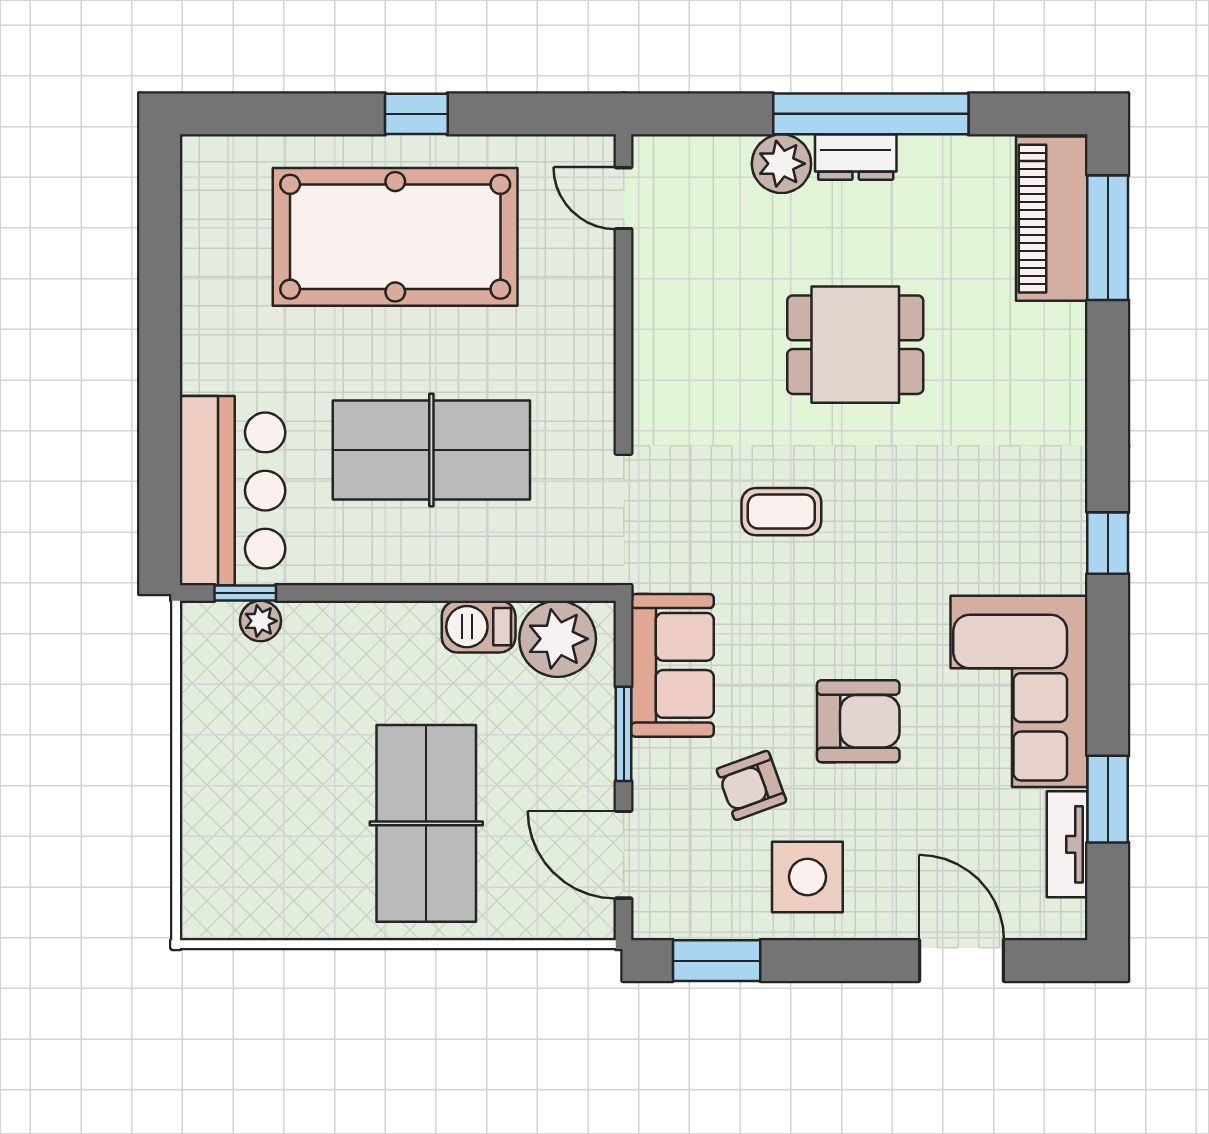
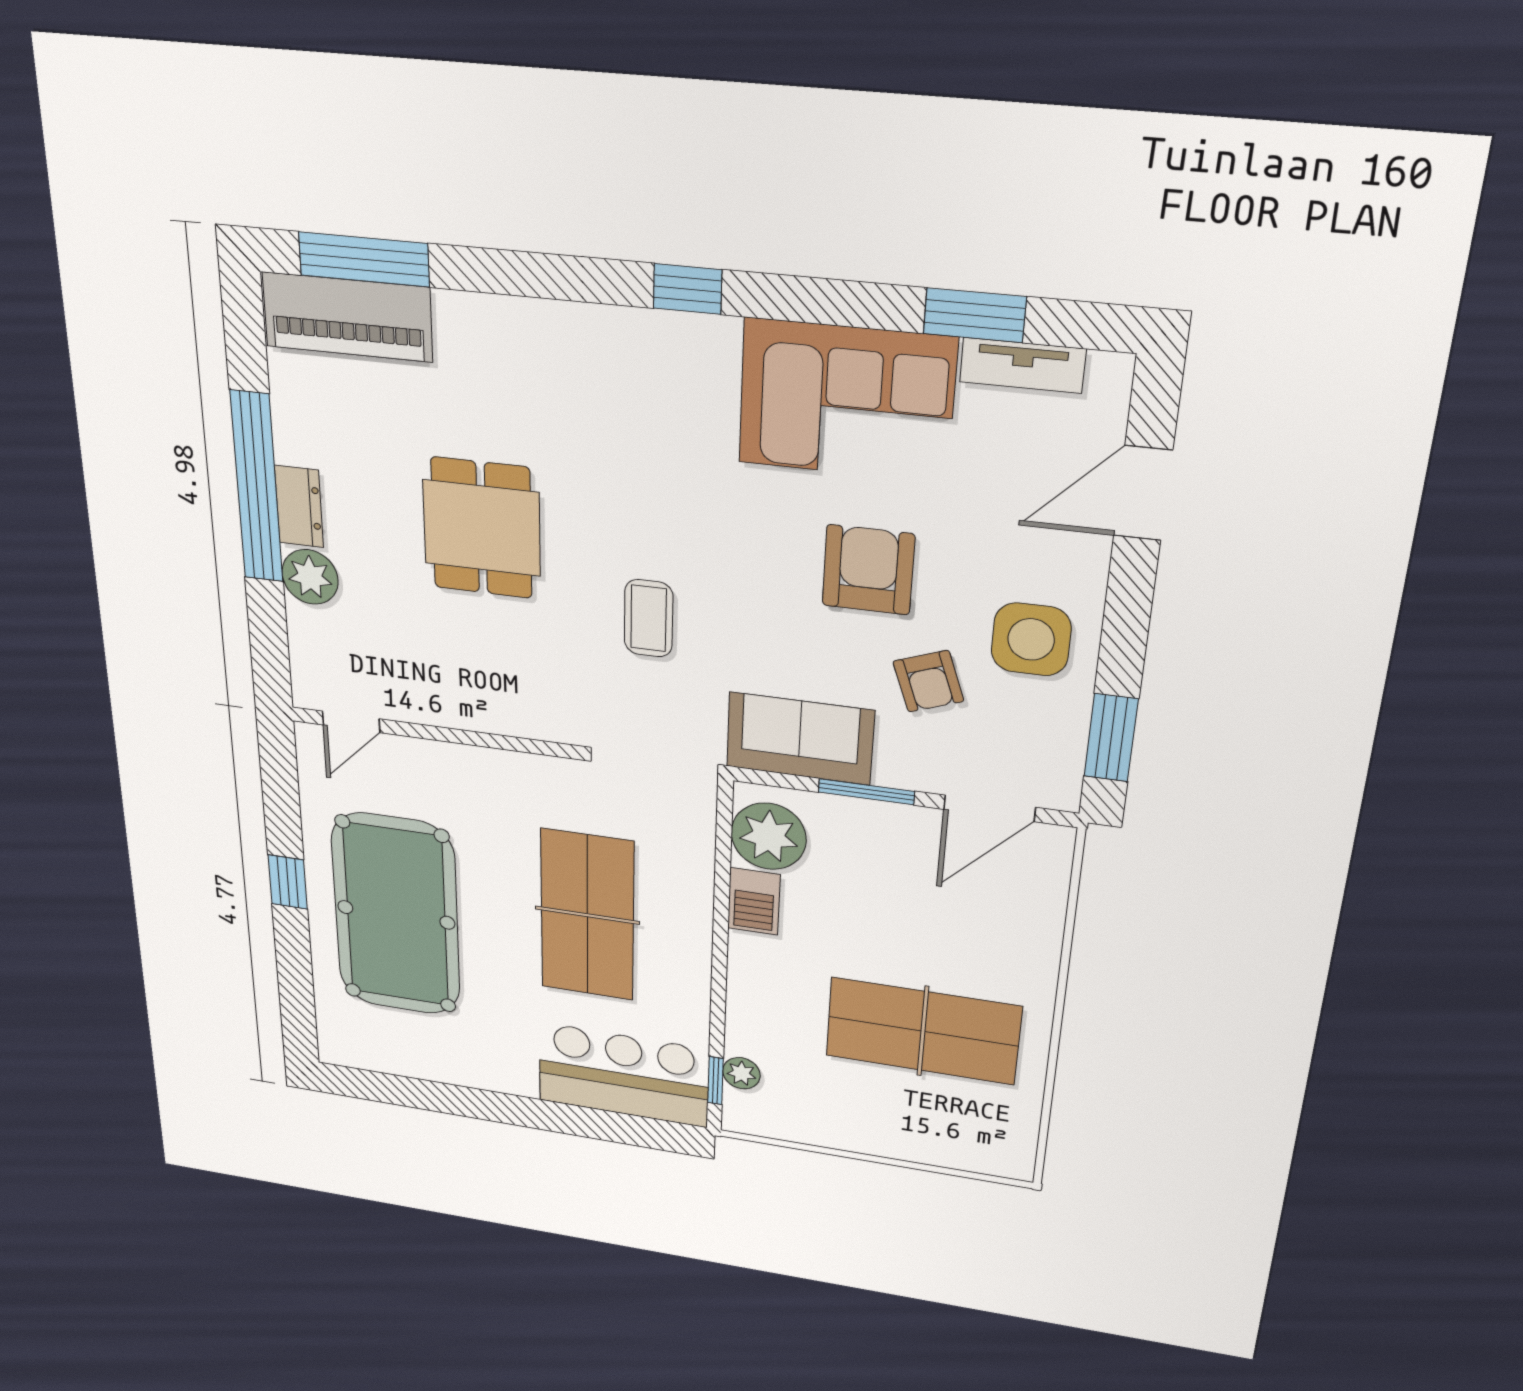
table tennis table: (426, 823) -> (923, 1031), moved

